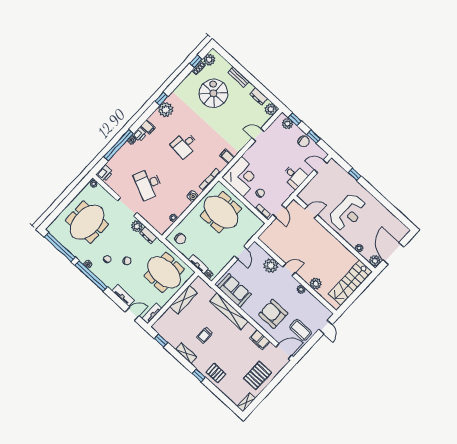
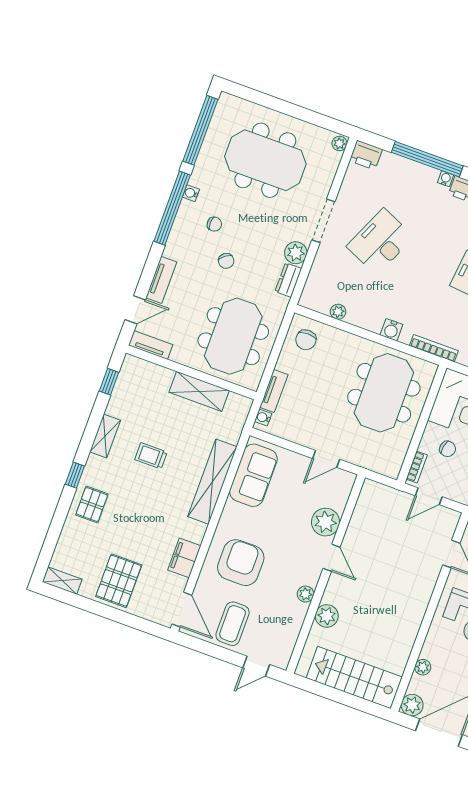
door: (132, 314) -> (135, 310), hinge flipped
pallet: (258, 375) -> (119, 581), turned 90

